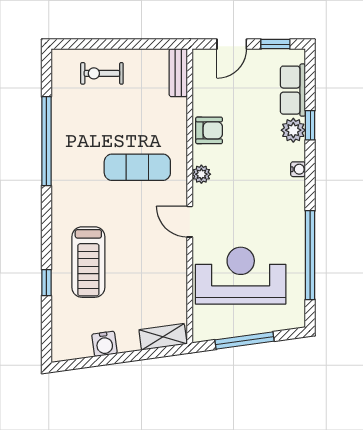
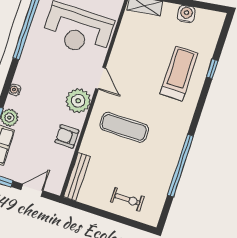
bench: (178, 73) -> (77, 177), width x1.36
plant: (201, 174) -> (78, 101), width x1.87, depth x1.87

